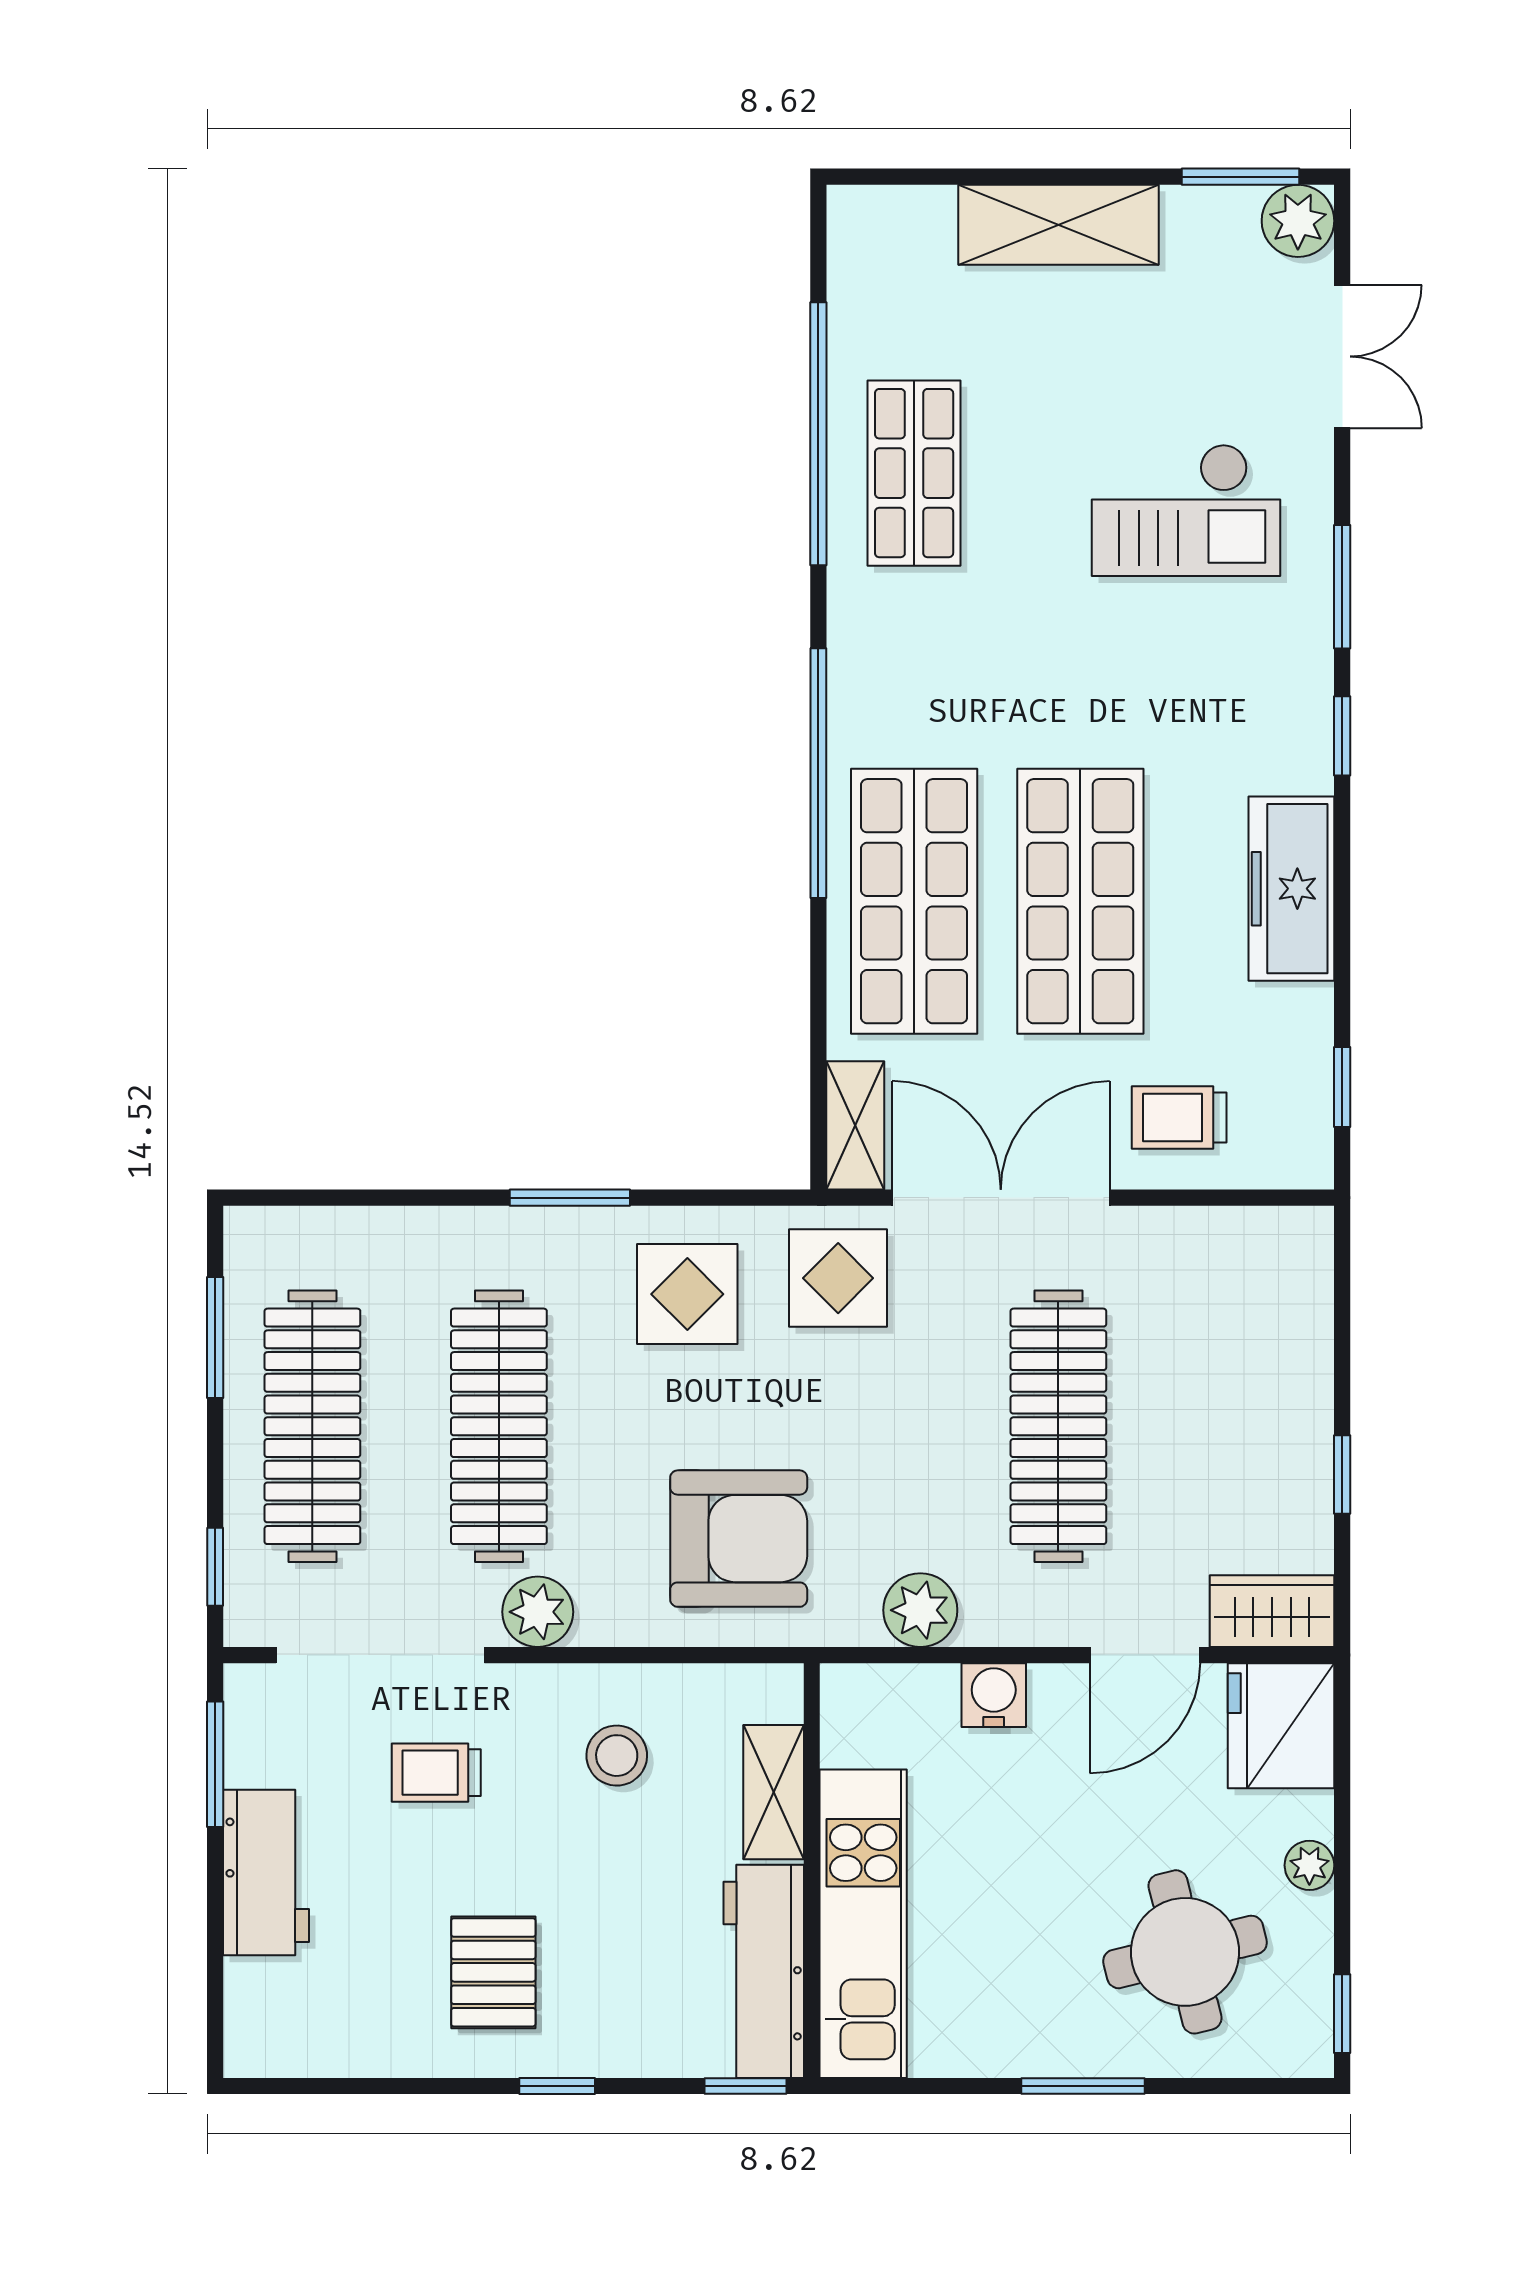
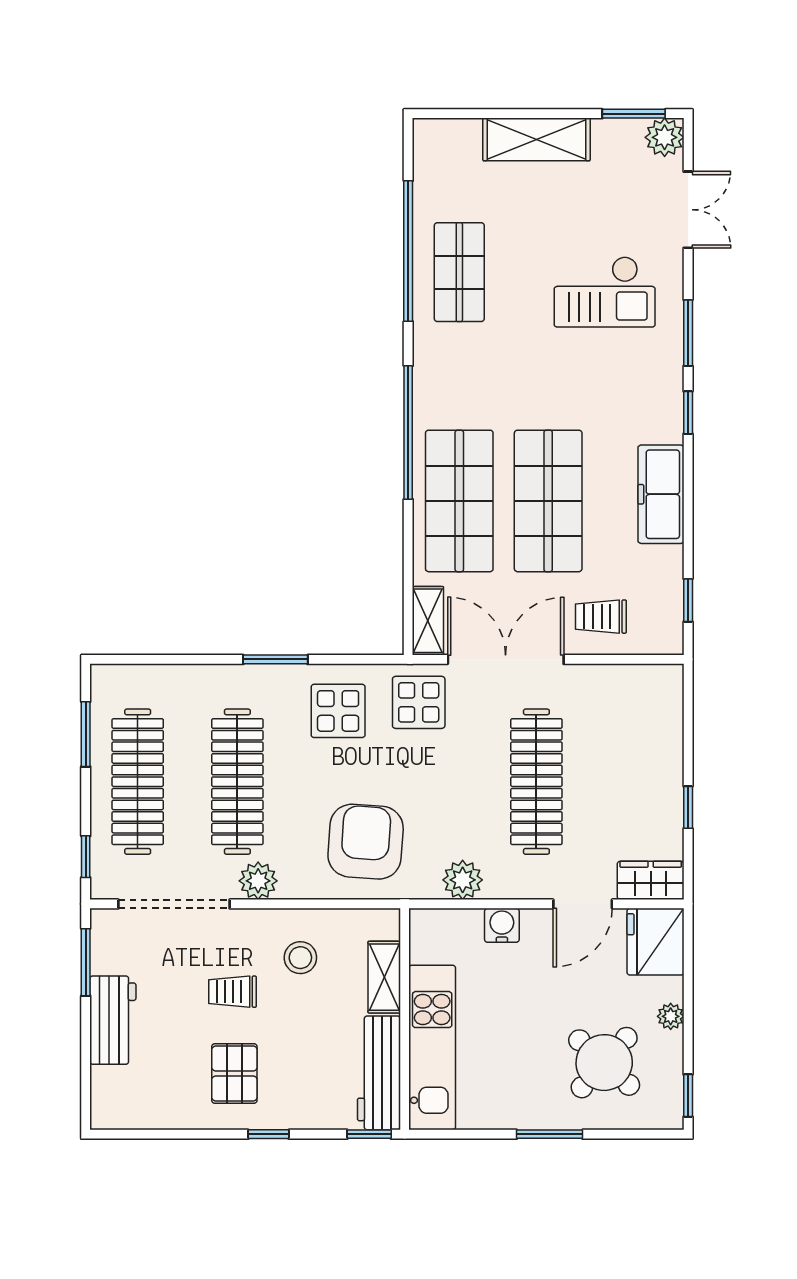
armchair: (739, 1539) -> (366, 842), turned -86
trolley: (436, 1773) -> (232, 992), moved
round table: (1185, 1952) -> (604, 1063), turned -34

